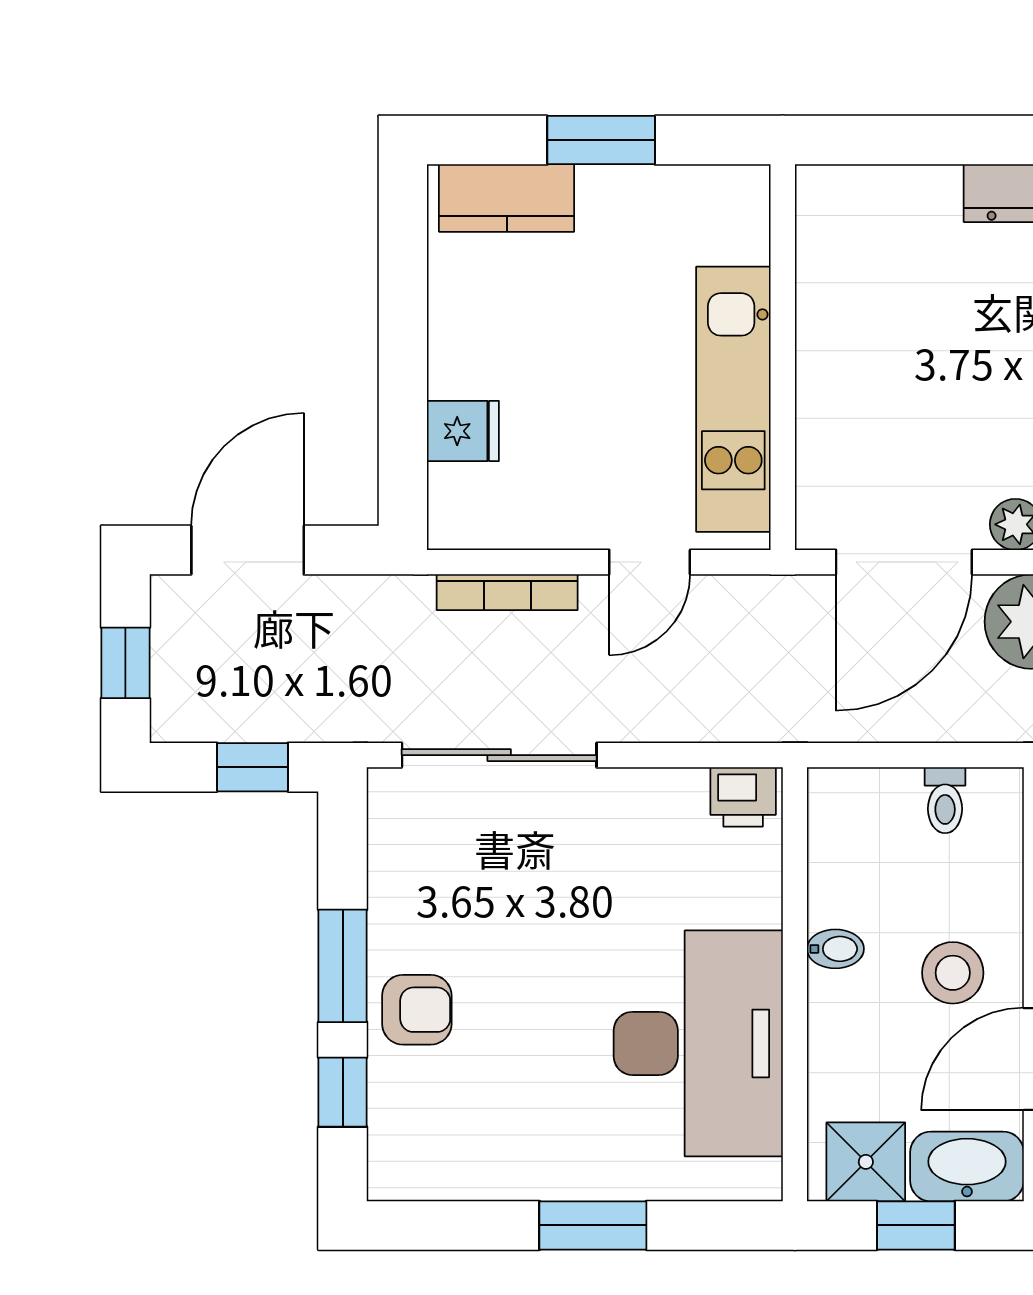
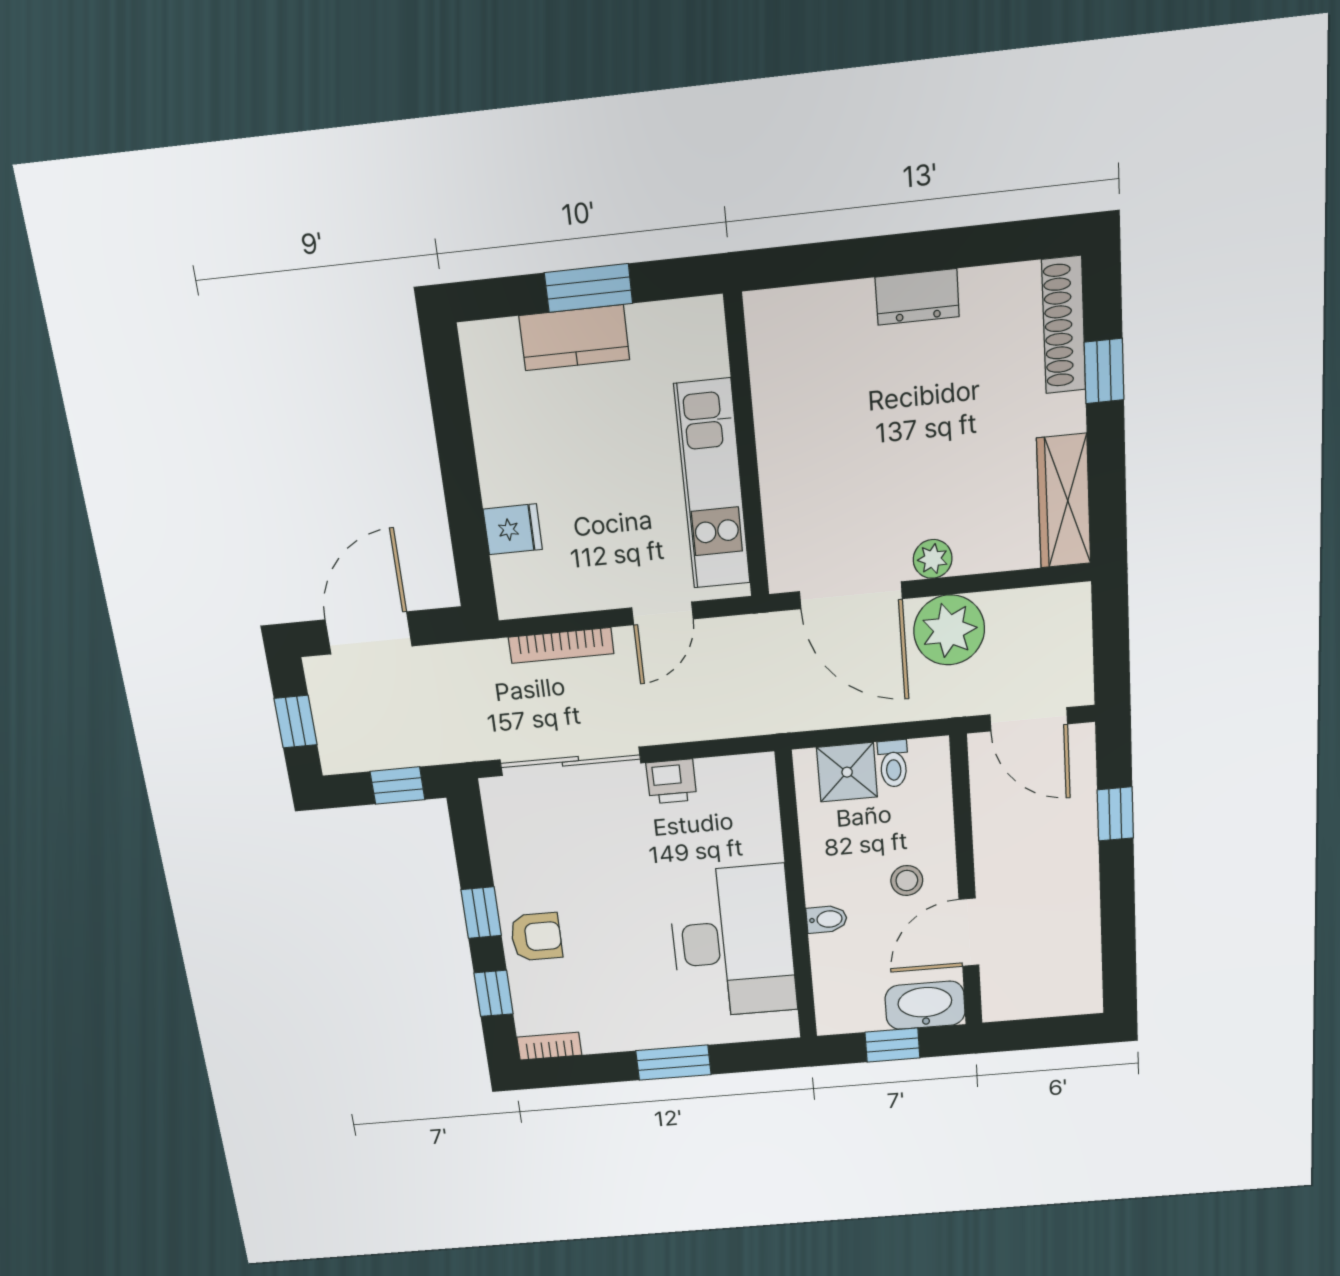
kitchen counter: (507, 198) -> (574, 338), moved
door: (904, 562) -> (851, 595), hinge flipped
printer: (743, 797) -> (671, 781), moved
bidet: (835, 949) -> (827, 919), moved
window: (343, 966) -> (481, 913), width x0.67
stool: (953, 973) -> (907, 880), width x0.73, depth x0.73
shower: (866, 1162) -> (847, 772), moved
bookcase: (413, 1183) -> (549, 1046), added

